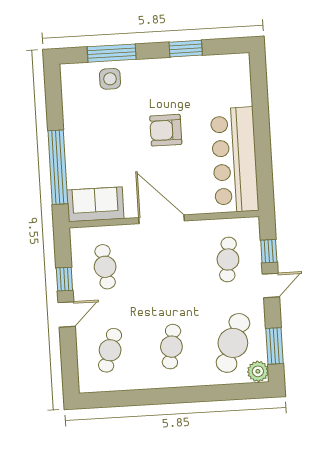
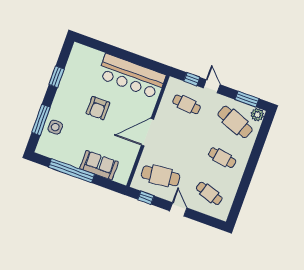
window: (58, 167) -> (72, 171), moved
sofa: (95, 204) -> (99, 165), moved, turned 90
cafe table: (105, 267) -> (161, 176), width x1.37, depth x1.35
window: (64, 279) -> (146, 198), moved

